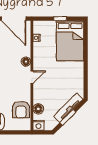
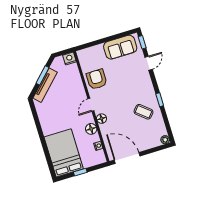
floor lamp: (38, 109) -> (91, 129), moved
armchair: (21, 110) -> (97, 79), moved

